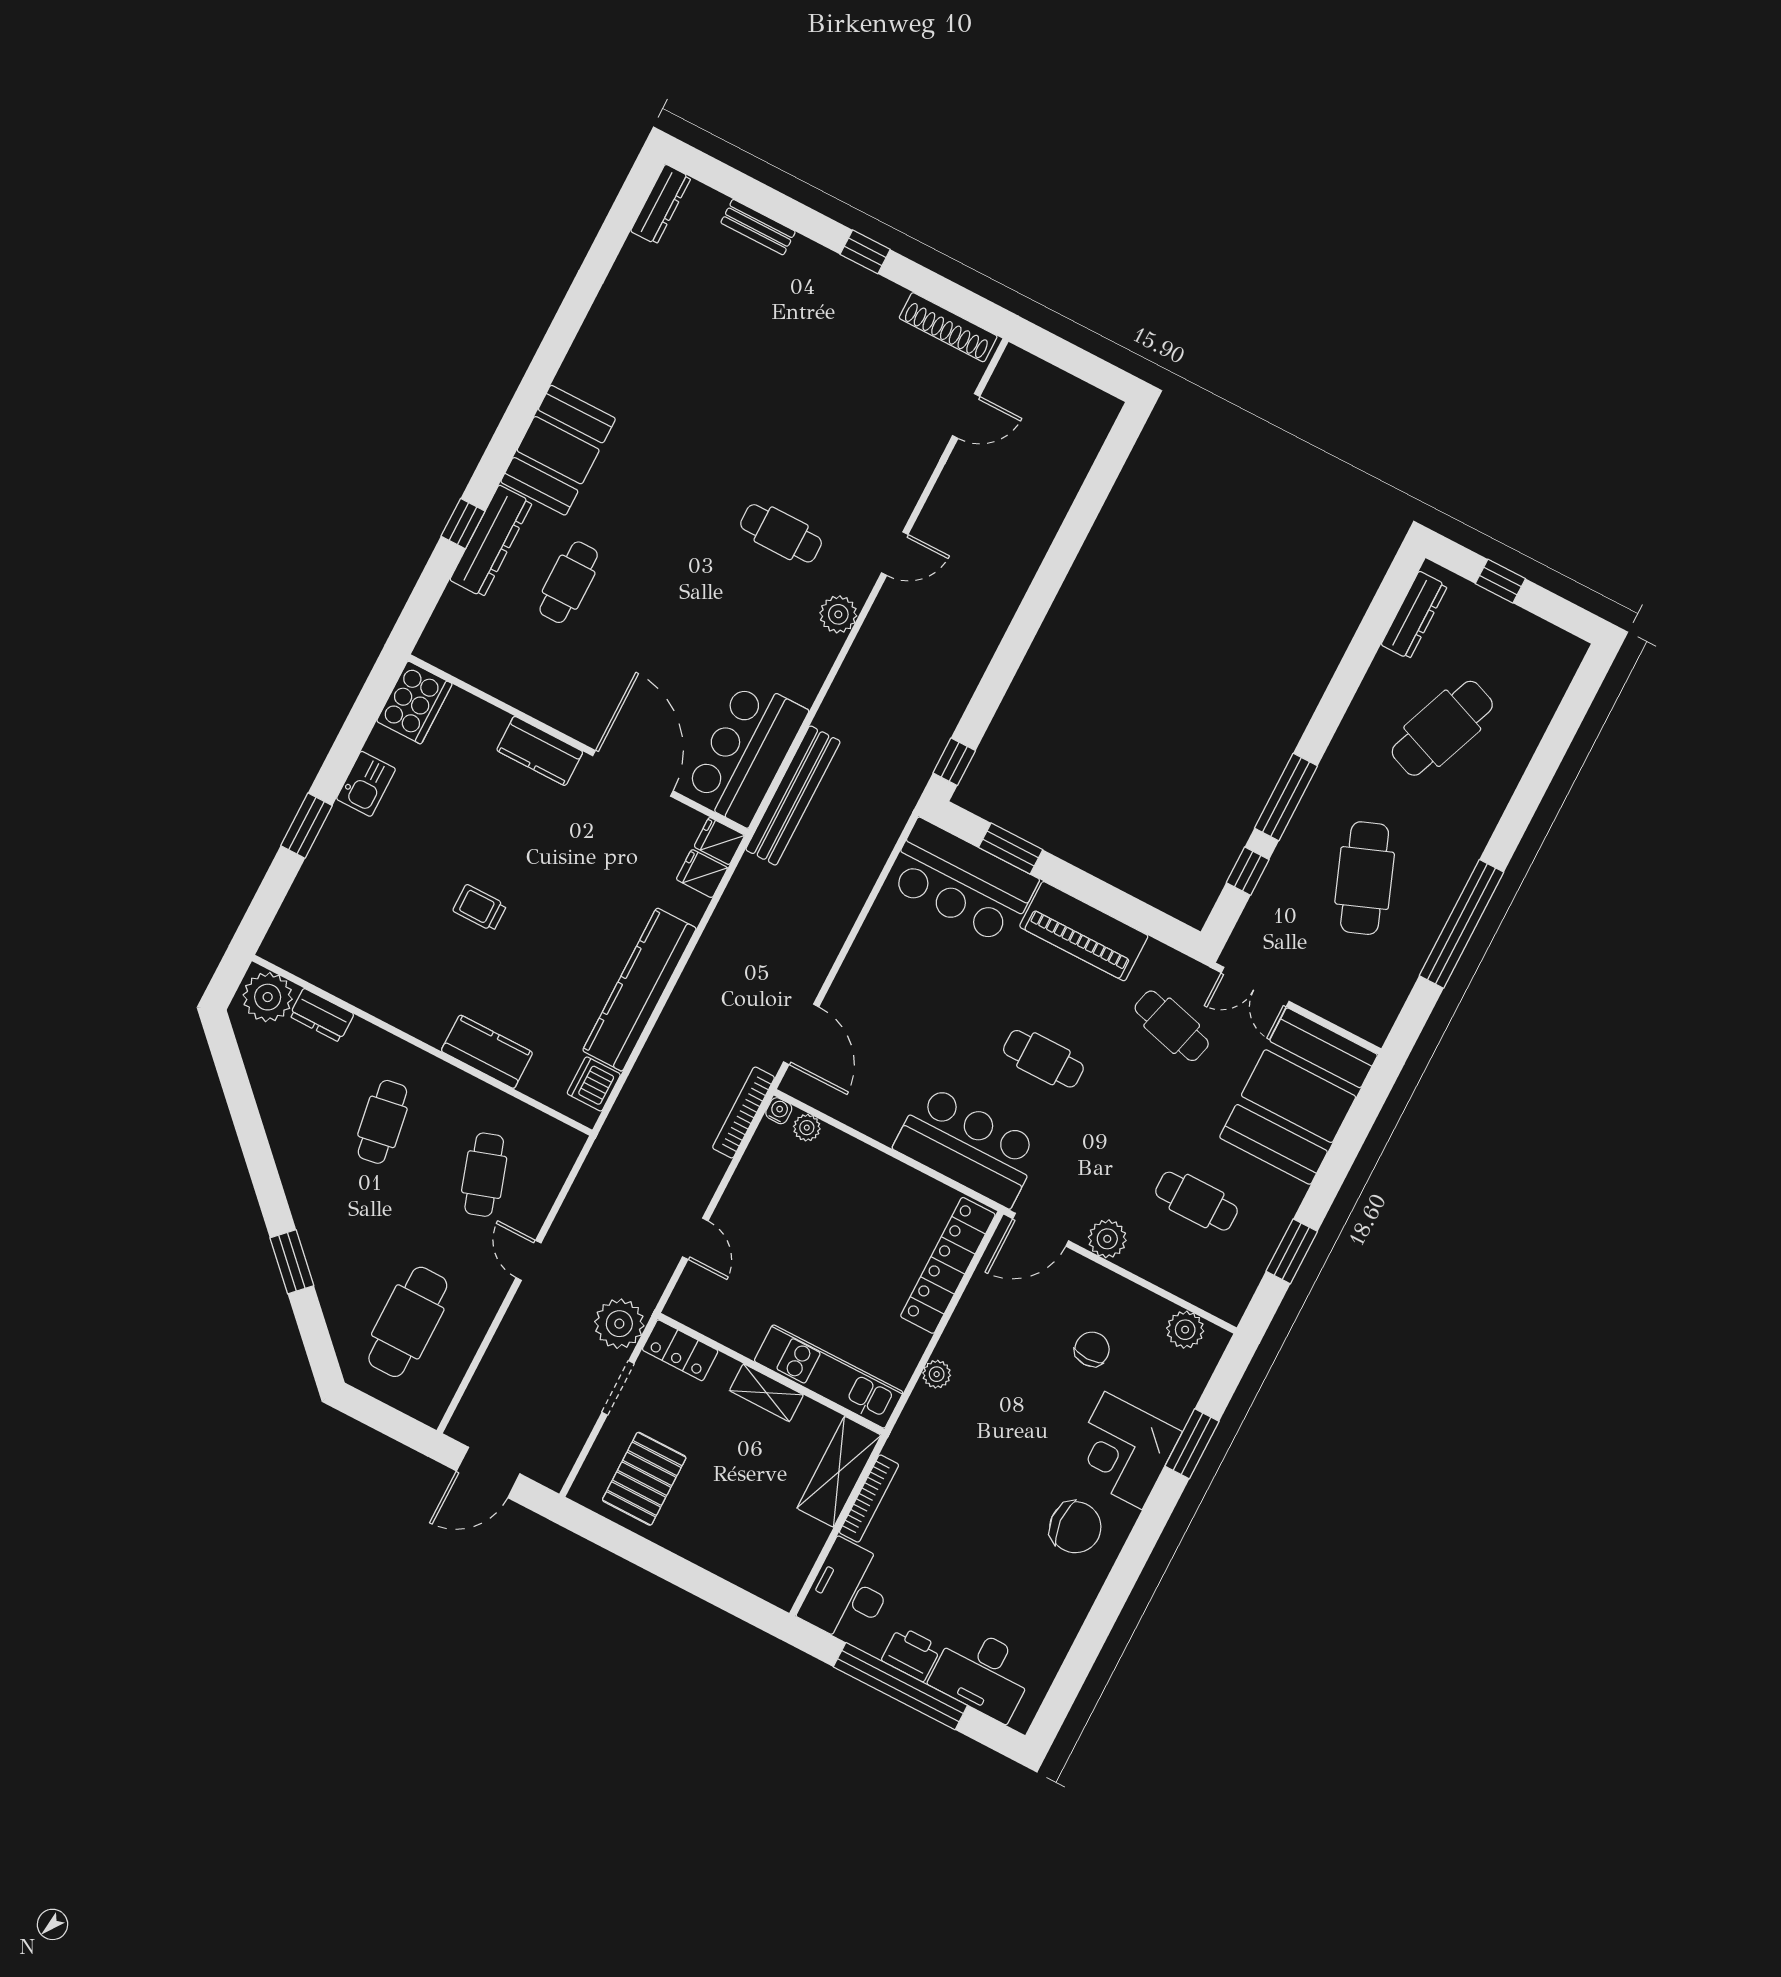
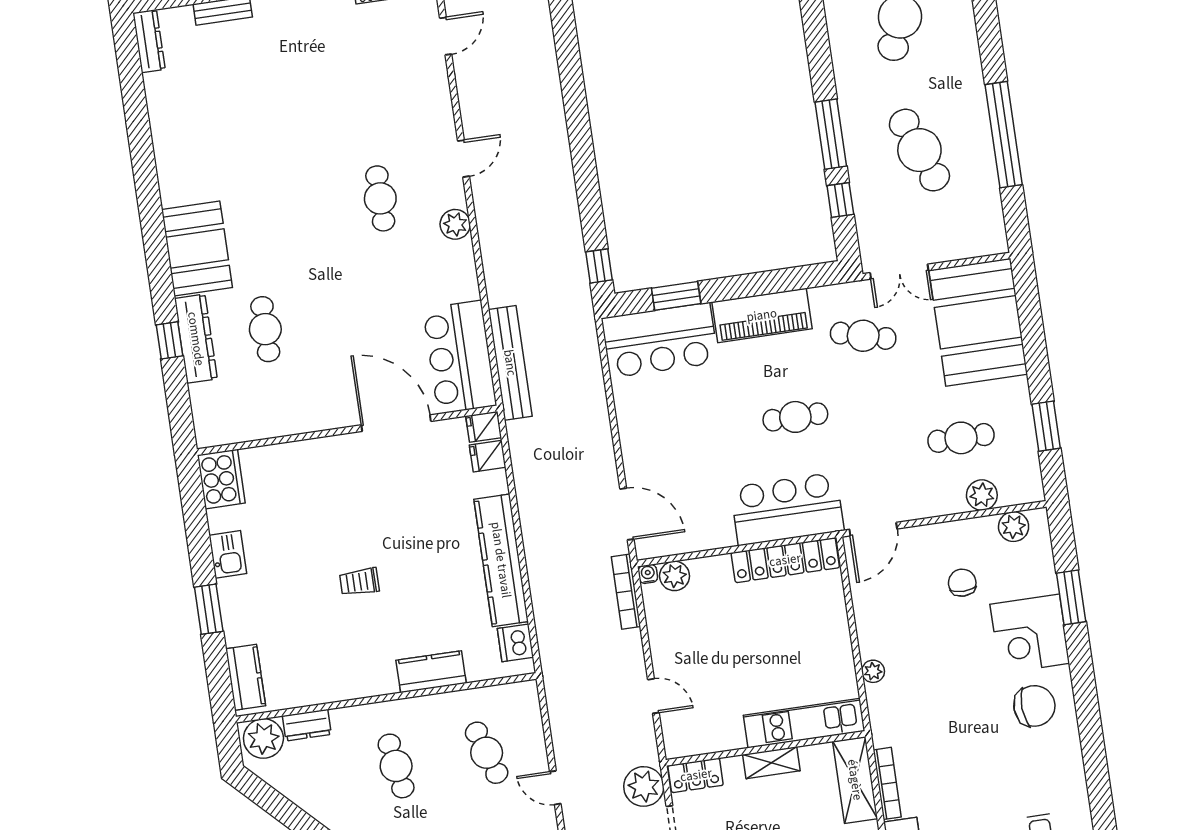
cafe table: (781, 533) -> (380, 198), turned 90
kitchen counter: (540, 751) -> (246, 677), moved, turned -90
plant: (807, 1128) -> (675, 576), width x1.38, depth x1.38
plant: (1107, 1239) -> (982, 495), moved
locker: (948, 1265) -> (785, 560), moved, turned -90

